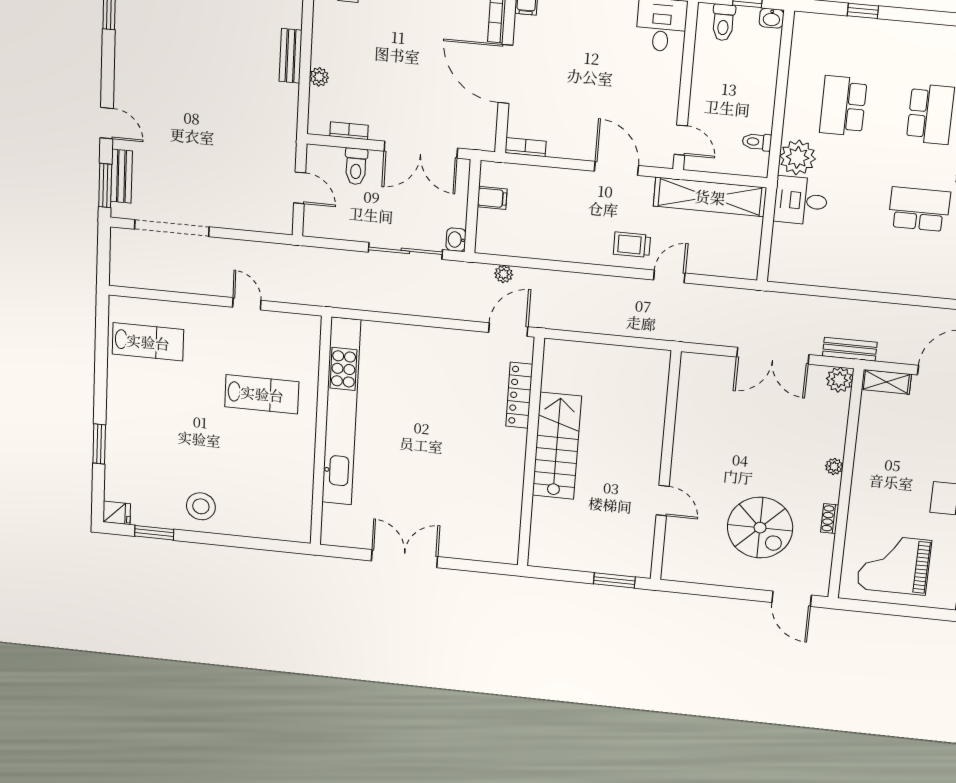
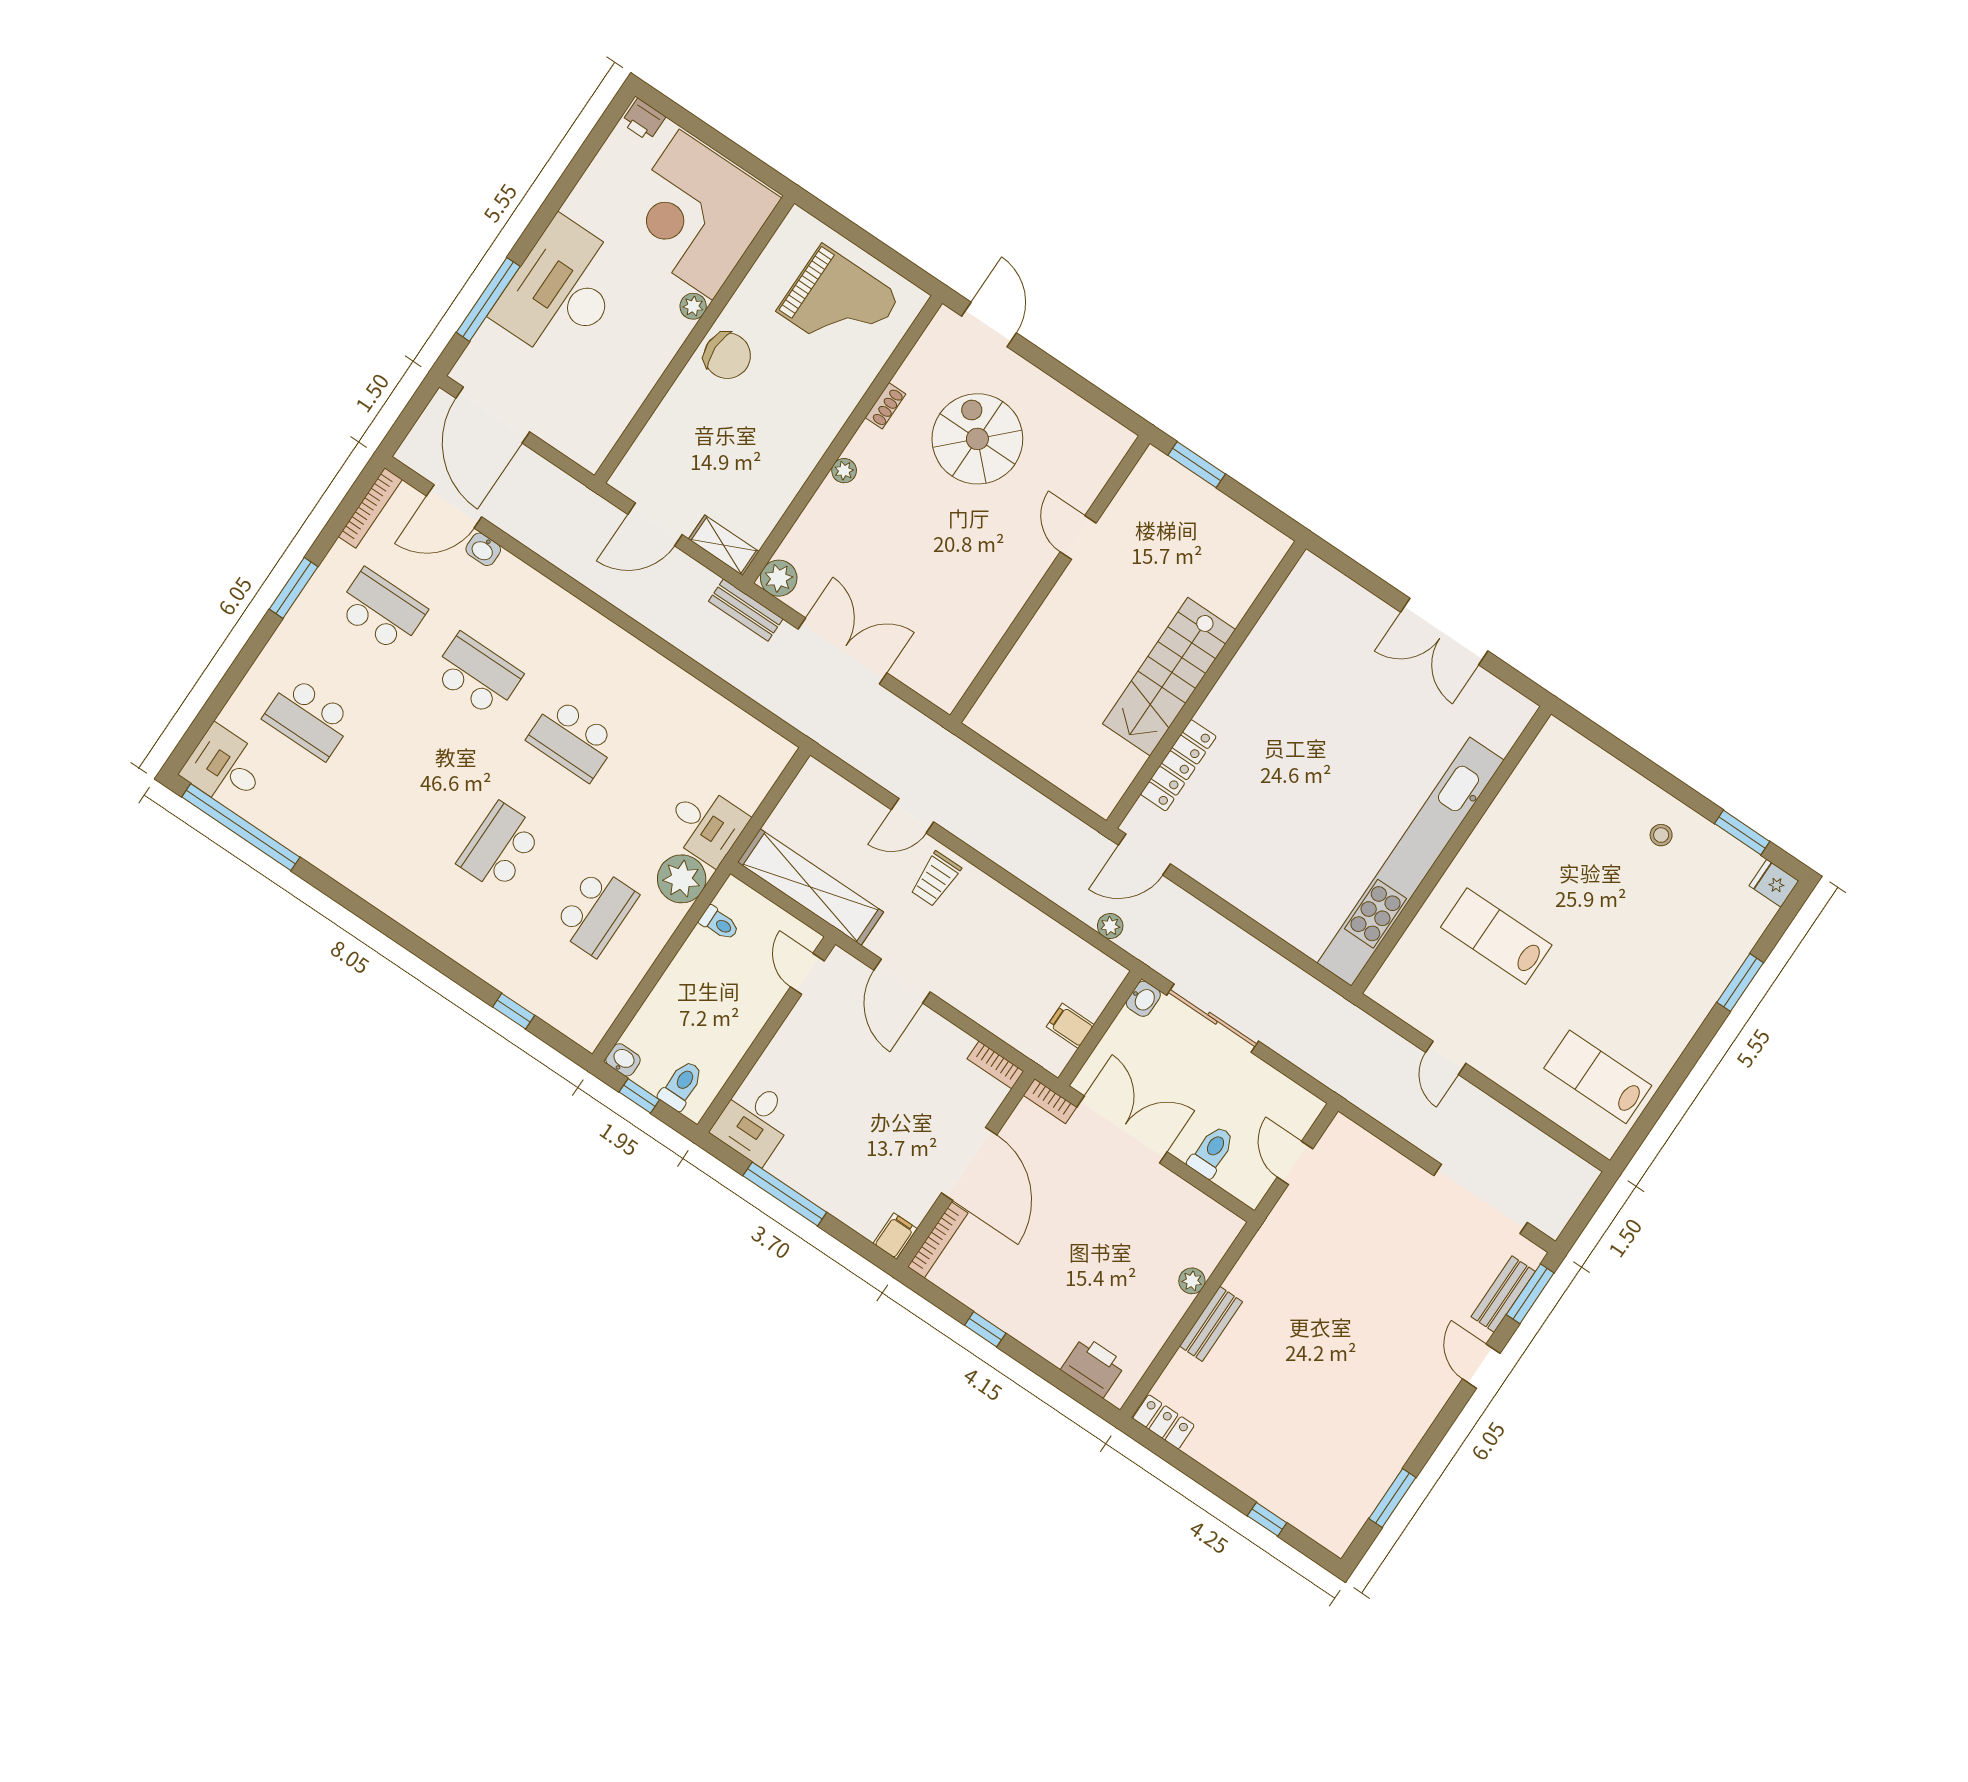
bookcase: (349, 131) -> (1050, 1101), moved
trolley: (632, 245) -> (935, 879), turned 90
stool: (201, 506) -> (1661, 835), width x0.53, depth x0.53

